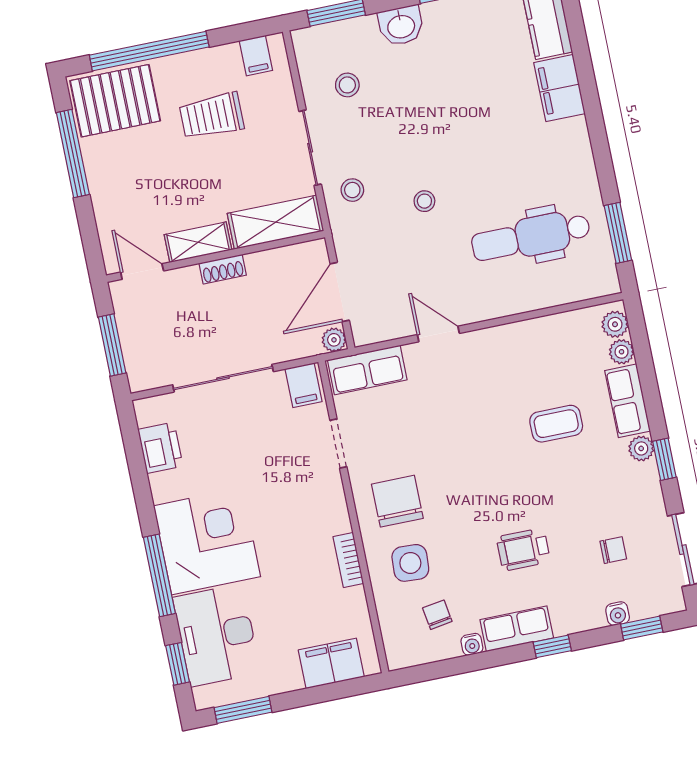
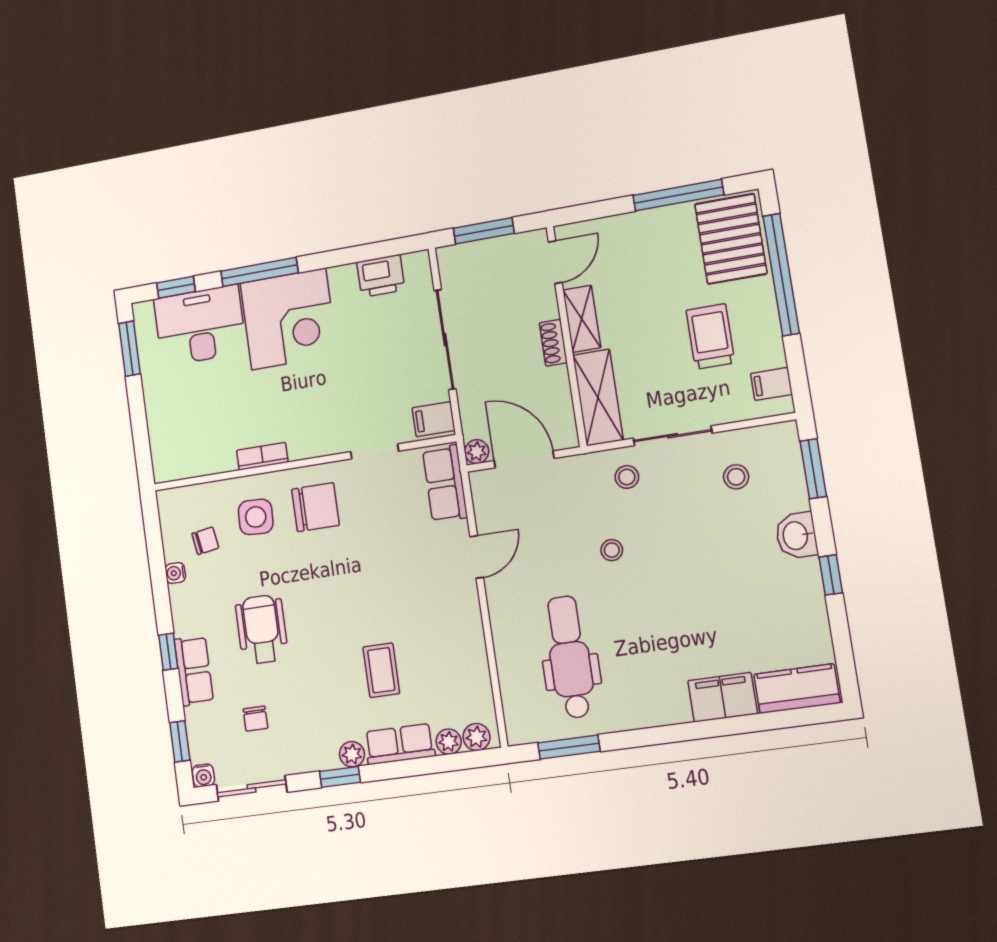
wheelchair: (523, 549) -> (262, 629), width x1.36, depth x1.37
water cooler: (618, 614) -> (203, 775), moved, turned -90
row of seats: (517, 629) -> (194, 671), moved
filing cabinet: (331, 663) -> (167, 435), removed

